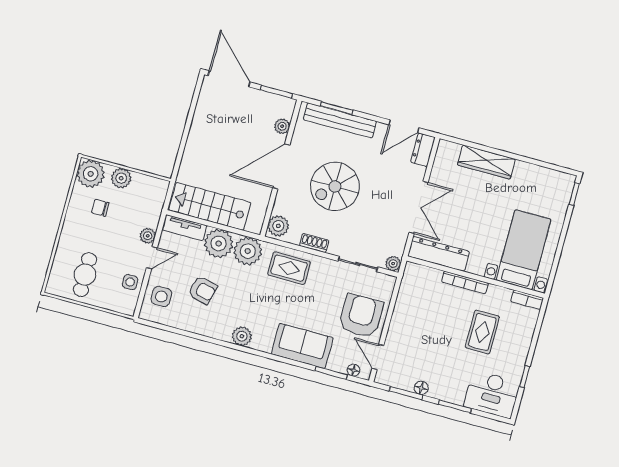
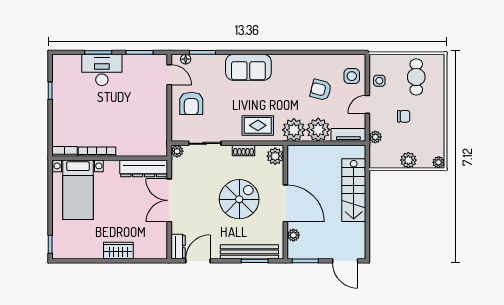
door: (229, 79) -> (345, 261), width x0.73
wardrobe: (486, 162) -> (118, 251), width x0.67
door: (281, 166) -> (285, 203), hinge flipped
plant: (91, 174) -> (439, 162), width x0.53, depth x0.53
stairs: (210, 206) -> (354, 190), moved, turned 90
chair: (100, 208) -> (404, 116), moved
plant: (148, 236) -> (375, 137), moved
bookcase: (465, 282) -> (97, 152), moved
armchair: (361, 316) -> (191, 103), width x0.73, depth x0.73
rug: (482, 332) -> (93, 117), removed
plant: (242, 336) -> (280, 62), removed
sofa: (302, 346) -> (248, 67), moved
floor lamp: (421, 388) -> (129, 60), removed
desk: (492, 394) -> (102, 70), moved

